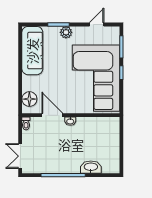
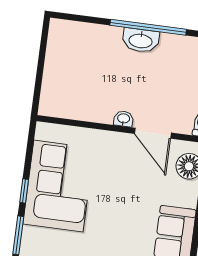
corner sofa: (96, 78) -> (58, 186), width x0.73, depth x0.74
washbasin: (91, 167) -> (141, 40), moved

